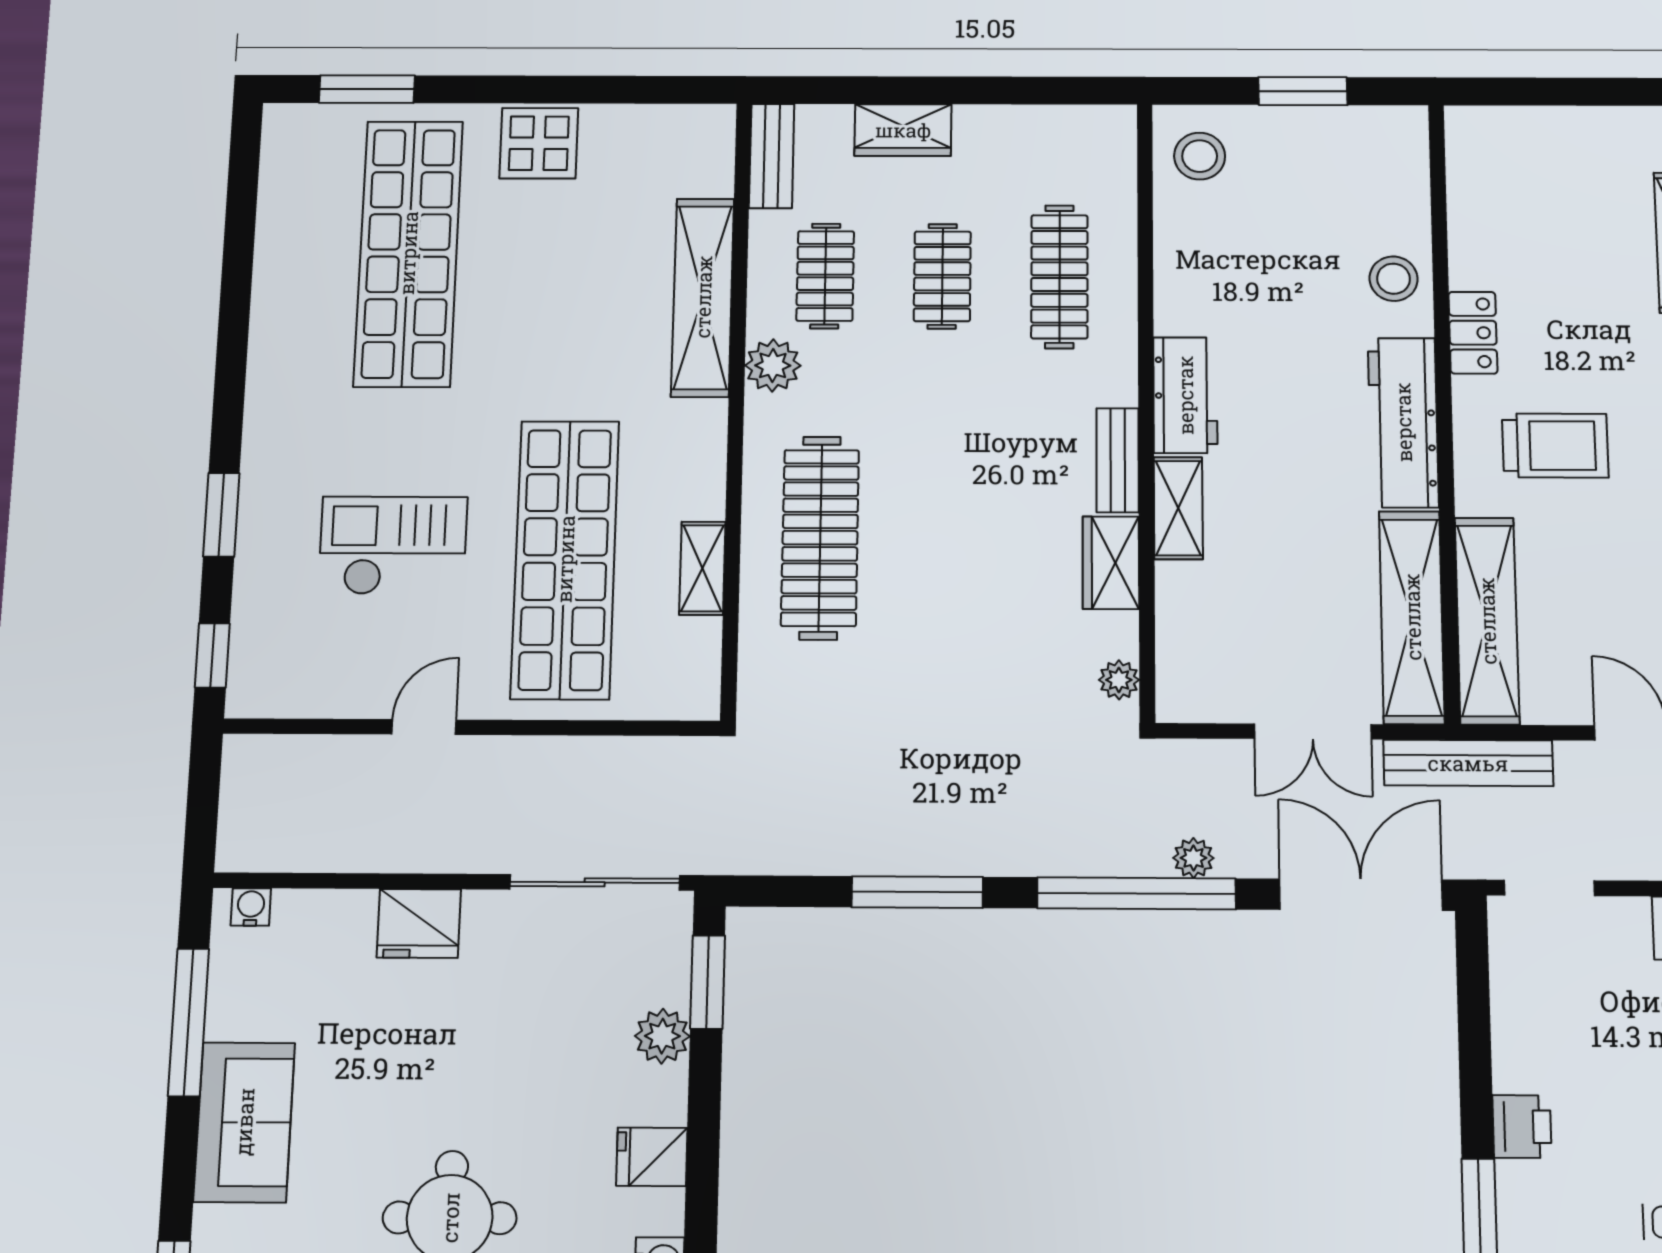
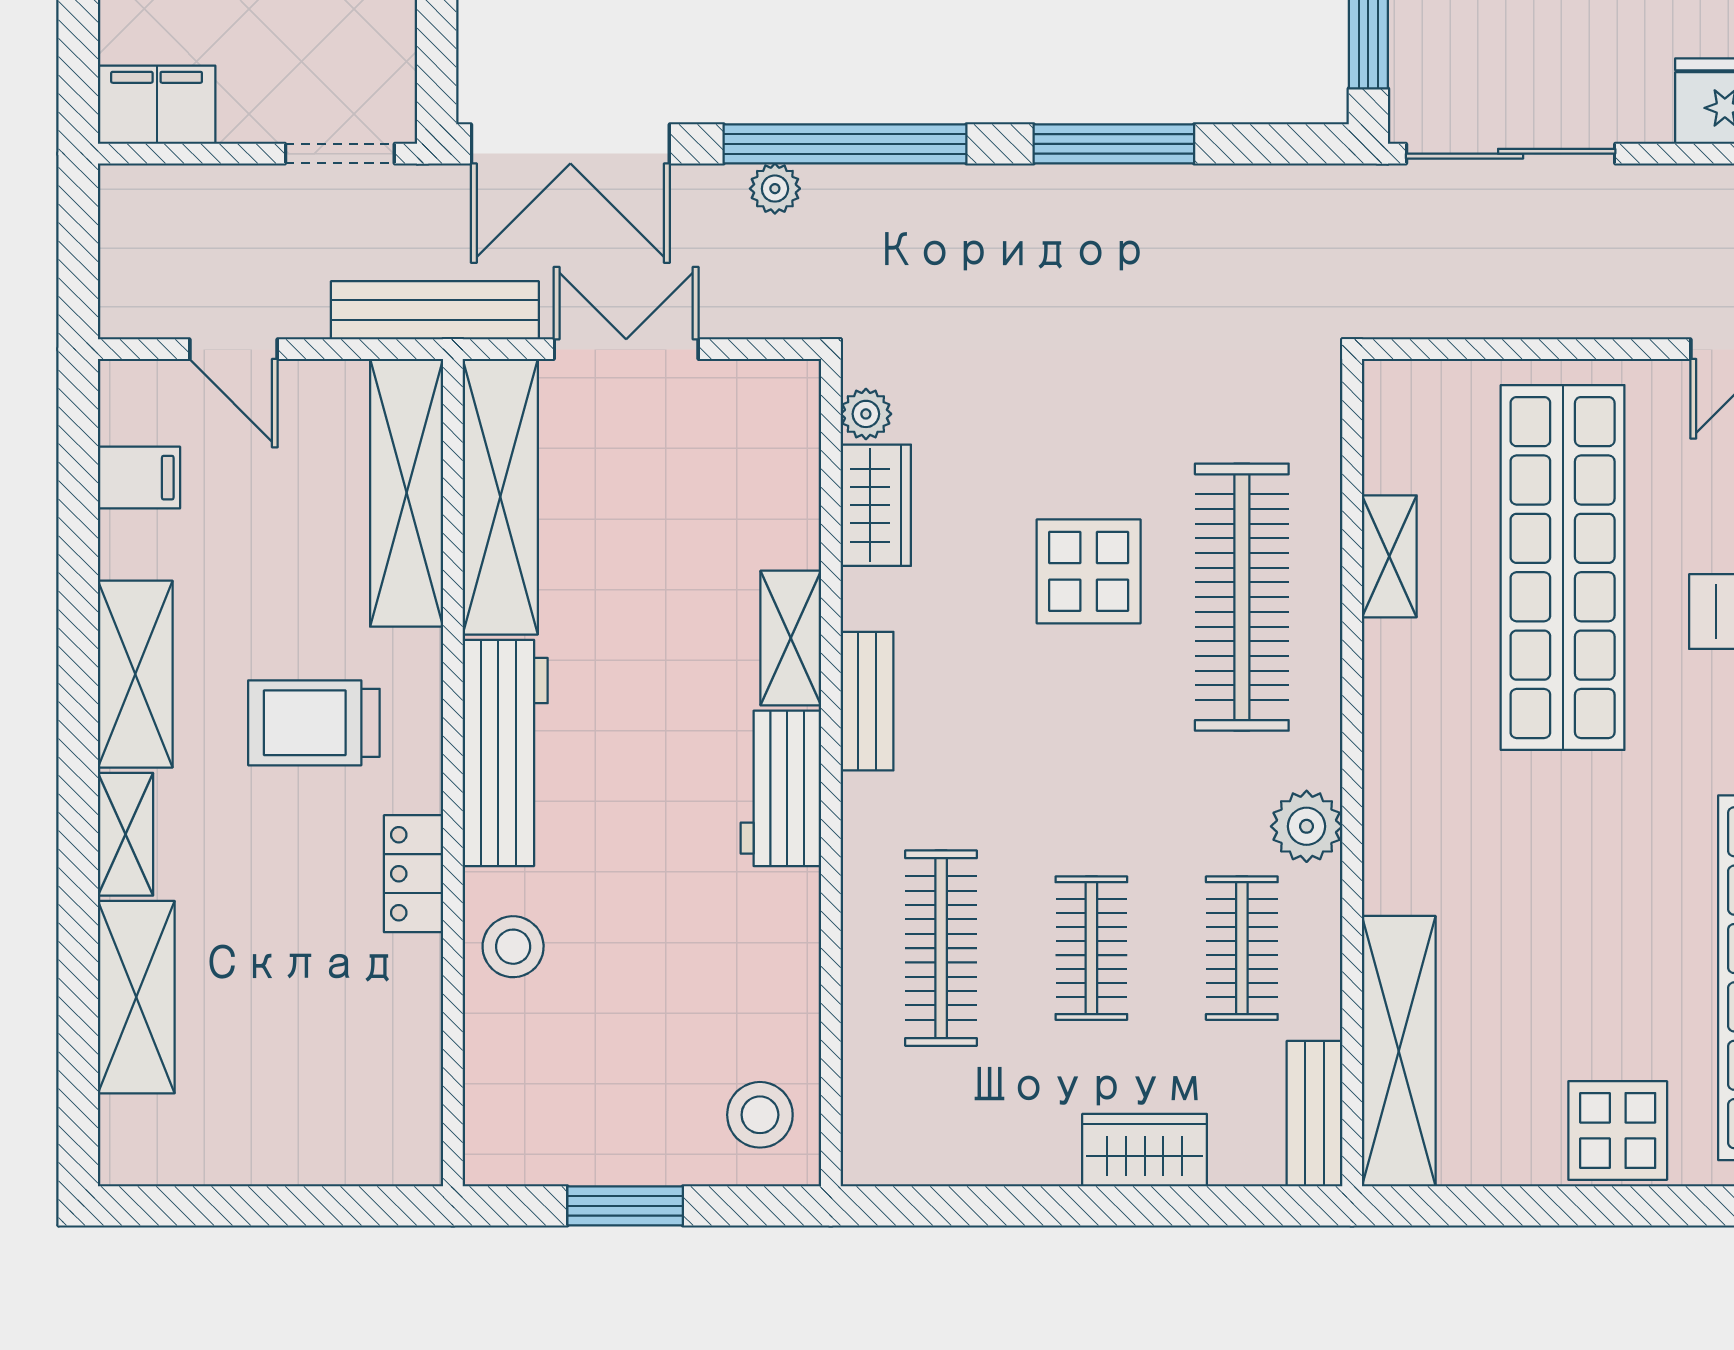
shelving: (703, 297) -> (1399, 1051), moved
display table: (941, 558) -> (1089, 571), added
wardrobe: (1111, 563) -> (876, 505), moved

